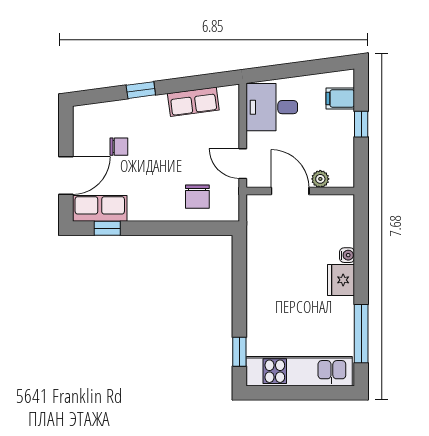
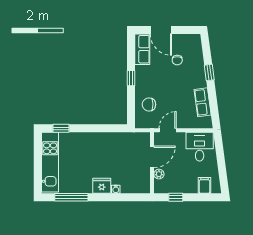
window: (361, 124) -> (176, 197), moved
window: (107, 228) -> (131, 78), moved

